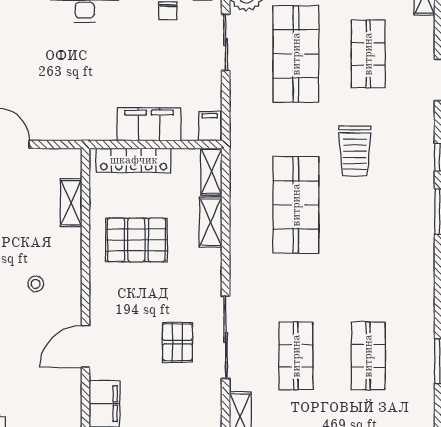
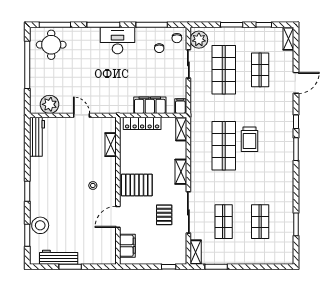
trolley: (355, 151) -> (249, 139), moved
shelving: (211, 222) -> (181, 172), moved
pallet: (136, 240) -> (137, 185), moved

